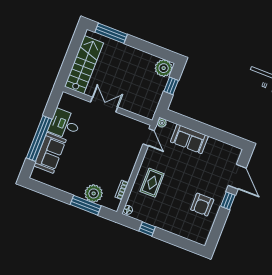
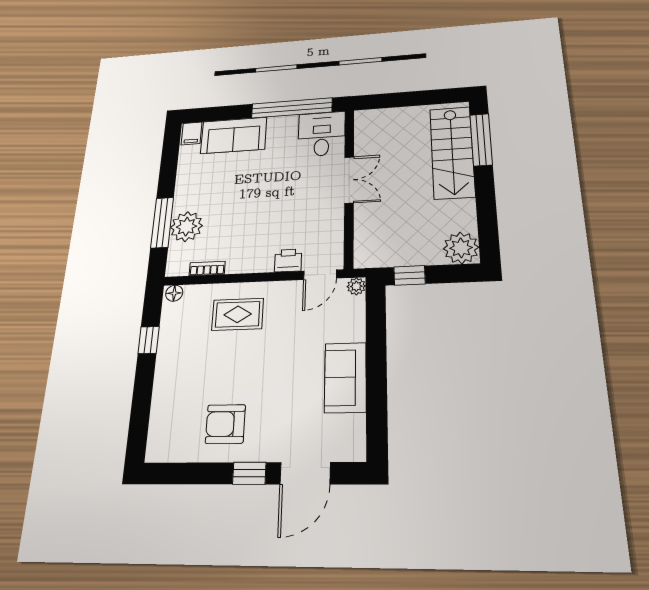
stairs: (84, 65) -> (452, 152), moved, turned 90
window: (171, 86) -> (410, 275), moved
desk: (65, 124) -> (322, 134), moved
window: (39, 138) -> (292, 108), moved
sofa: (189, 139) -> (345, 377), moved
printer: (135, 150) -> (288, 260), added
filing cabinet: (38, 175) -> (192, 133), added

